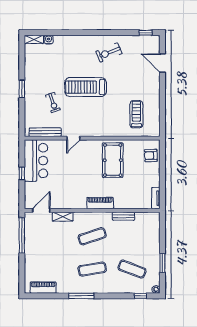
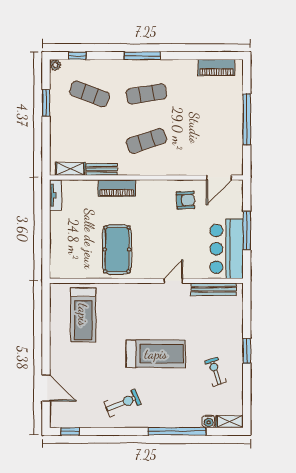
window: (71, 33) -> (177, 431), added
exercise bike: (53, 102) -> (215, 372), moved
treadmill: (136, 114) -> (83, 315), width x1.37, depth x1.38
armchair: (151, 156) -> (186, 200), moved
window: (22, 173) -> (247, 230), width x2.17
piano: (100, 203) -> (117, 188), moved
shelving: (63, 217) -> (70, 169), moved
window: (22, 235) -> (247, 119), moved
window: (81, 296) -> (142, 56), moved

